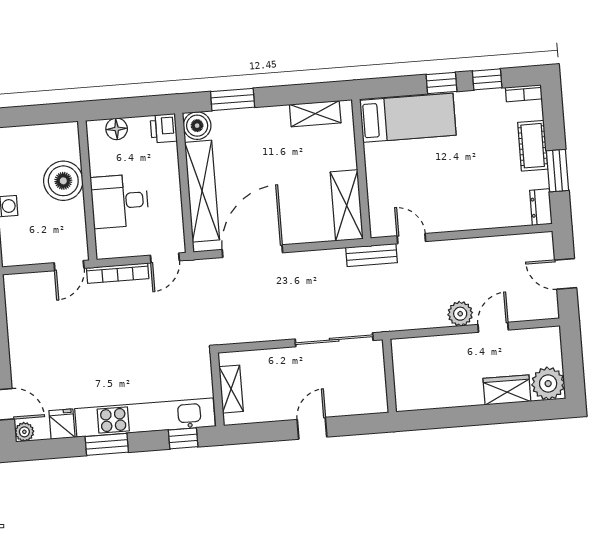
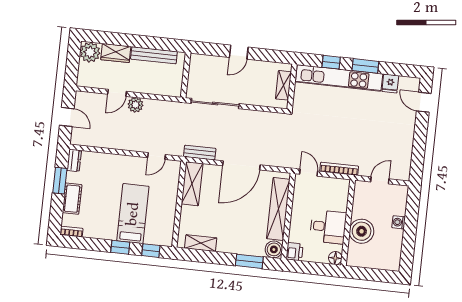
window: (487, 79) -> (151, 251), moved
bed: (408, 118) -> (133, 214), moved, turned 90
floor lamp: (117, 129) -> (335, 258), moved
desk: (120, 201) -> (328, 227), moved
door: (411, 239) -> (157, 156), hinge flipped
door: (252, 251) -> (241, 165), moved
bench: (371, 255) -> (200, 153), moved
door: (165, 258) -> (309, 173), hinge flipped
door: (69, 266) -> (380, 180), moved
bench: (446, 398) -> (154, 55), added
plant: (24, 432) -> (414, 83), removed
window: (183, 438) -> (331, 62), moved

